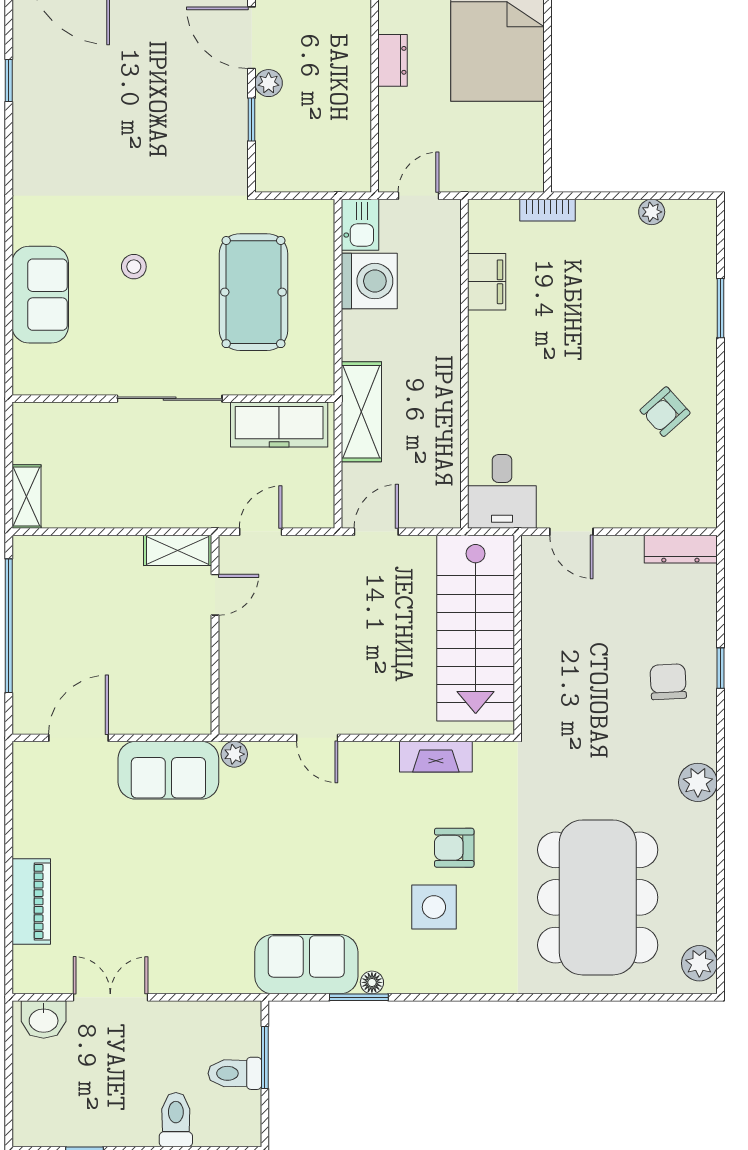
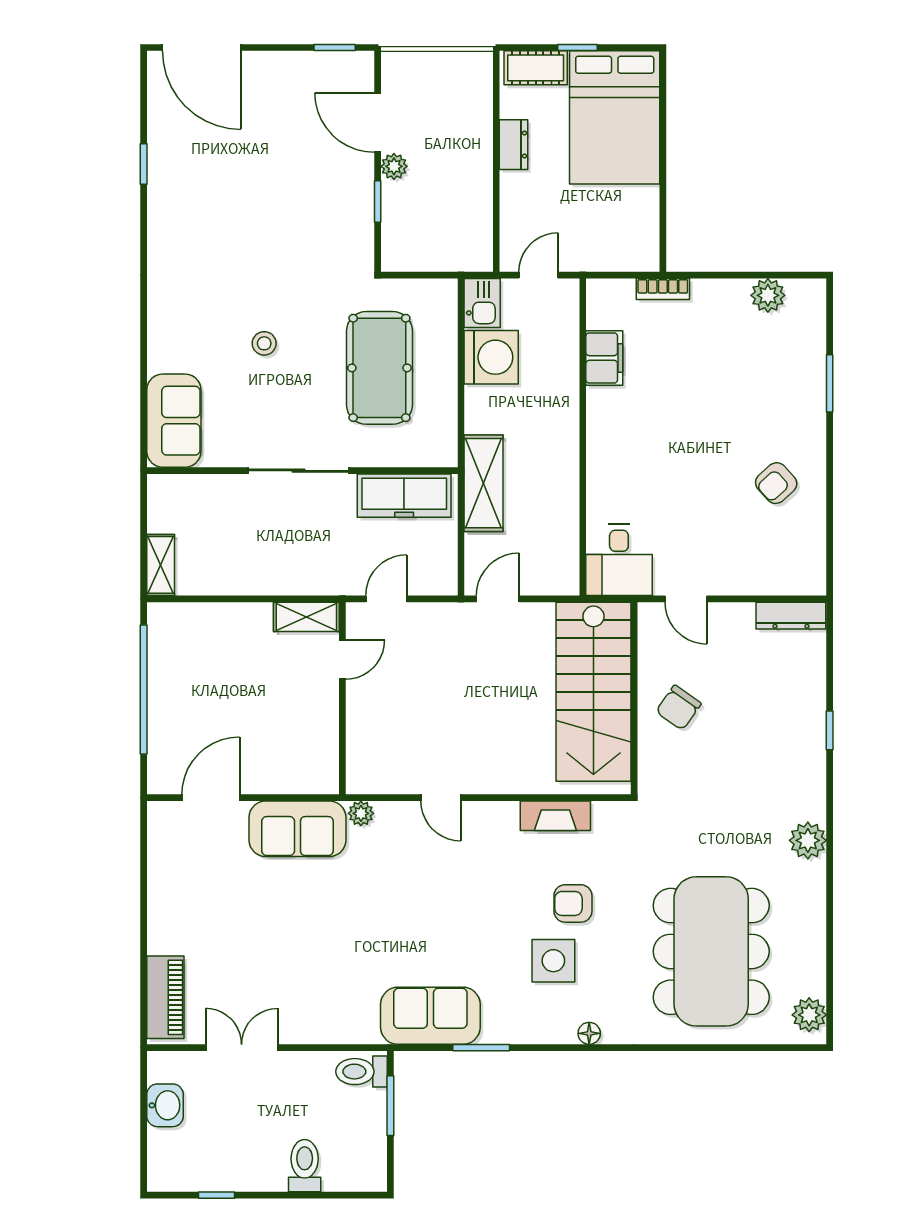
plant: (652, 212) -> (768, 295), width x1.38, depth x1.38
sofa: (40, 295) -> (174, 421), moved
chair: (668, 682) -> (679, 708), moved, turned -142
piano: (31, 901) -> (165, 997), moved
floor lamp: (372, 982) -> (589, 1033), moved
washbasin: (44, 1019) -> (165, 1105), moved, turned -90
toilet: (235, 1073) -> (362, 1072), moved

